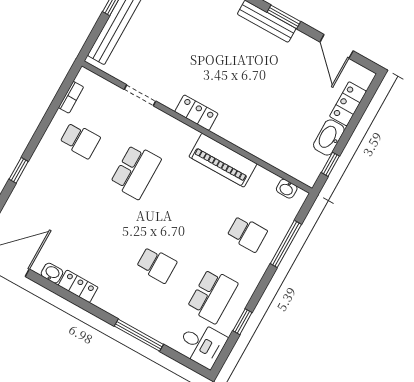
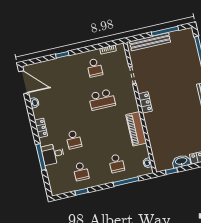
locker: (78, 286) -> (41, 128), moved
school desk: (212, 296) -> (81, 171), width x0.54
desk: (202, 344) -> (53, 154), moved, turned 90

